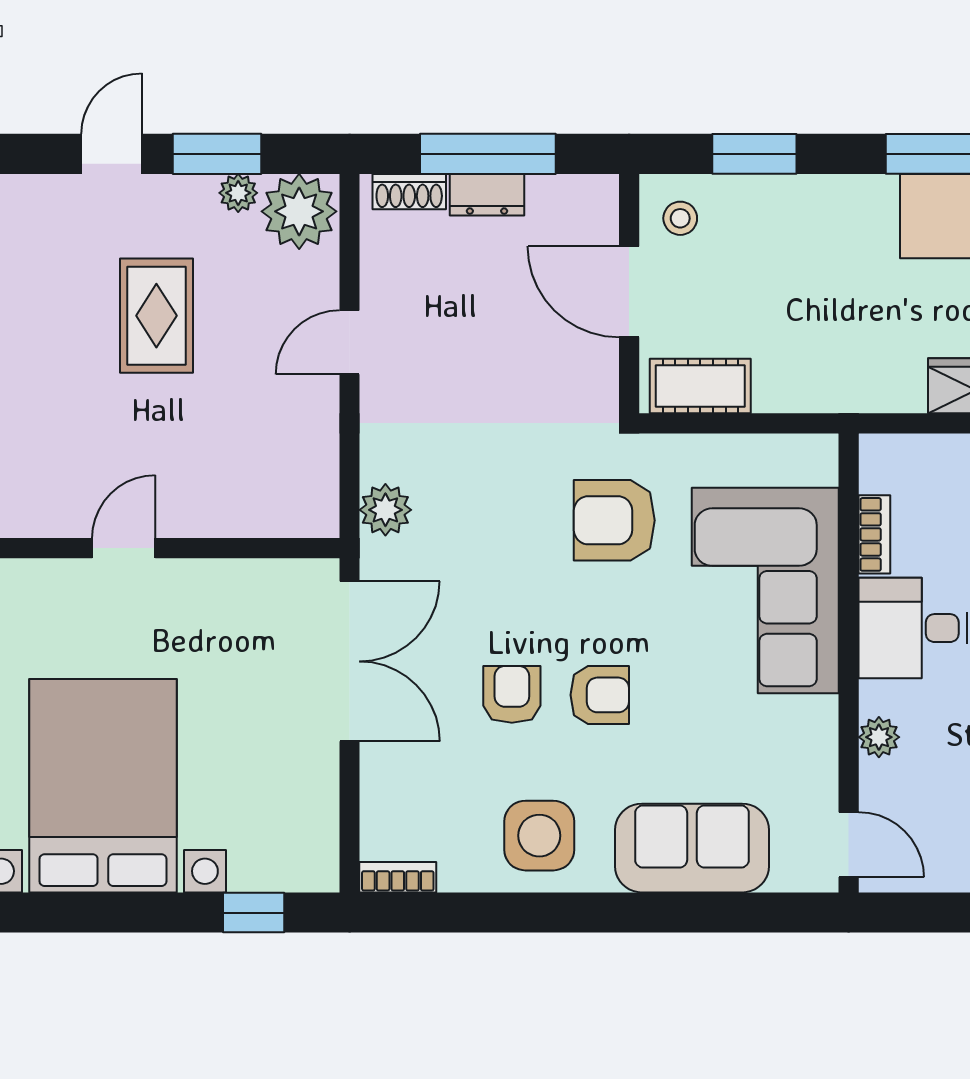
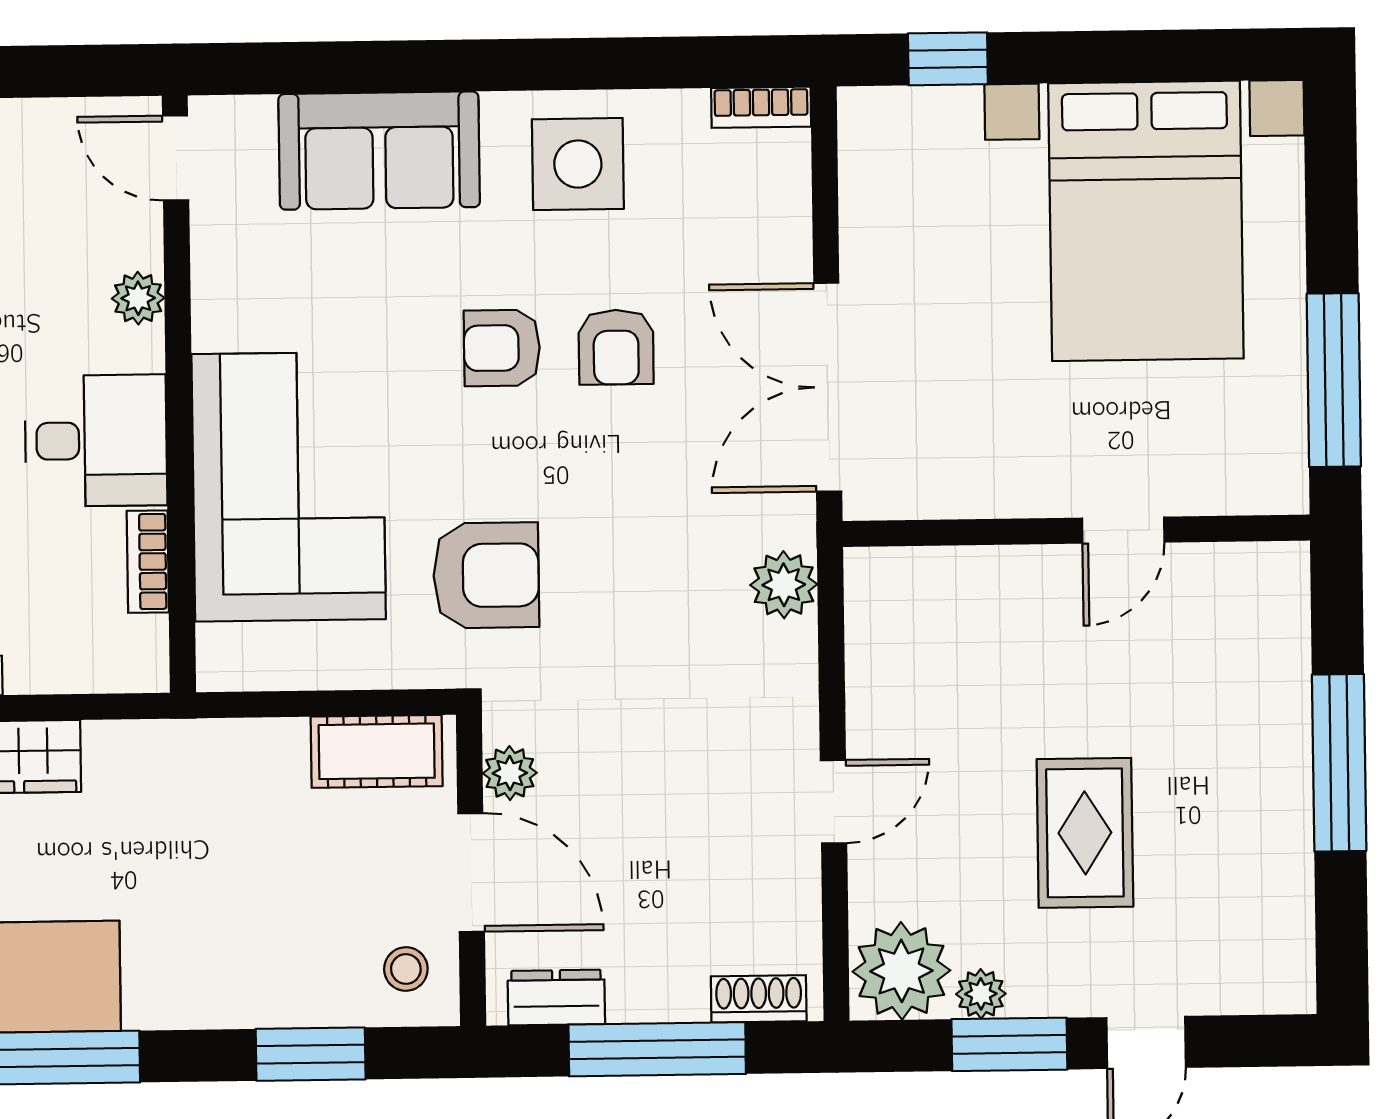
dresser: (487, 195) -> (556, 997), moved
plant: (598, 368) -> (510, 773), added

